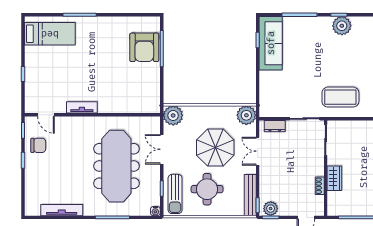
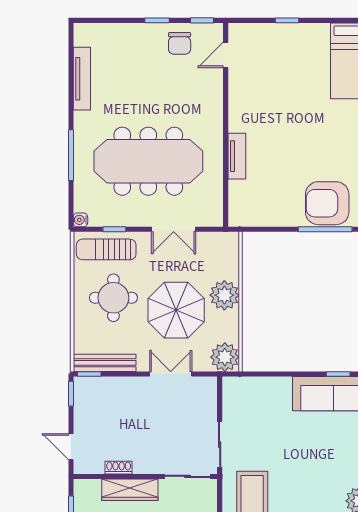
tv unit: (82, 107) -> (237, 156), moved
plant: (173, 115) -> (224, 295), moved
dresser: (275, 126) -> (208, 400), removed
double door: (162, 149) -> (174, 229), swing flipped
wardrobe: (334, 178) -> (130, 490), width x1.50
plant: (271, 209) -> (84, 393), removed

